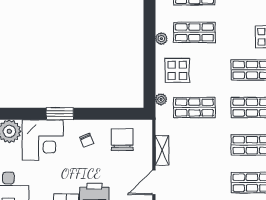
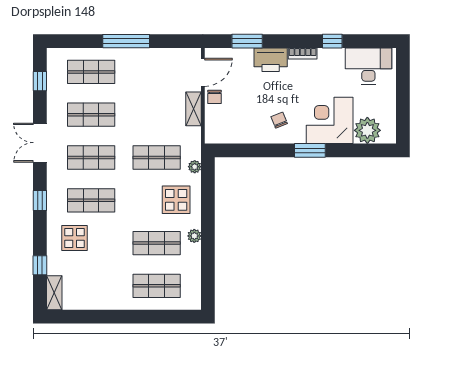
chair: (122, 140) -> (215, 97), moved, width x0.54, depth x0.54

